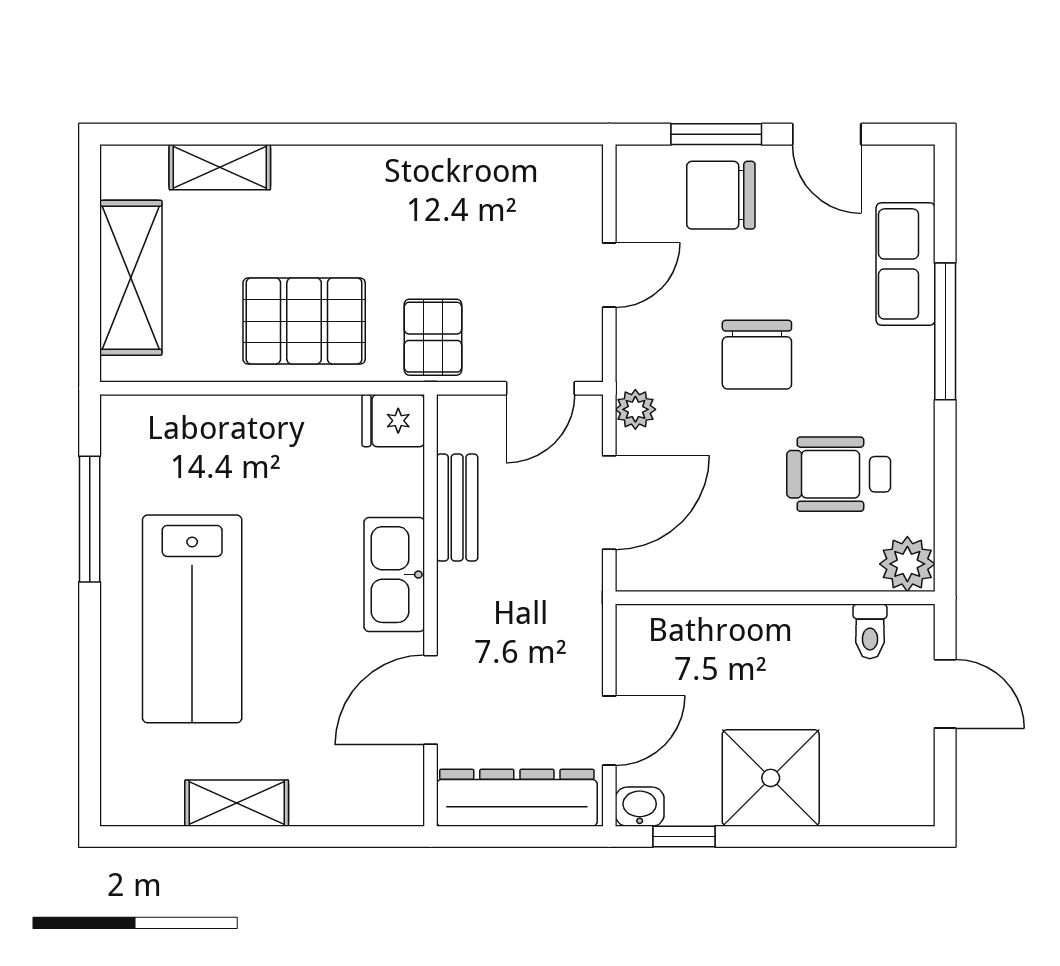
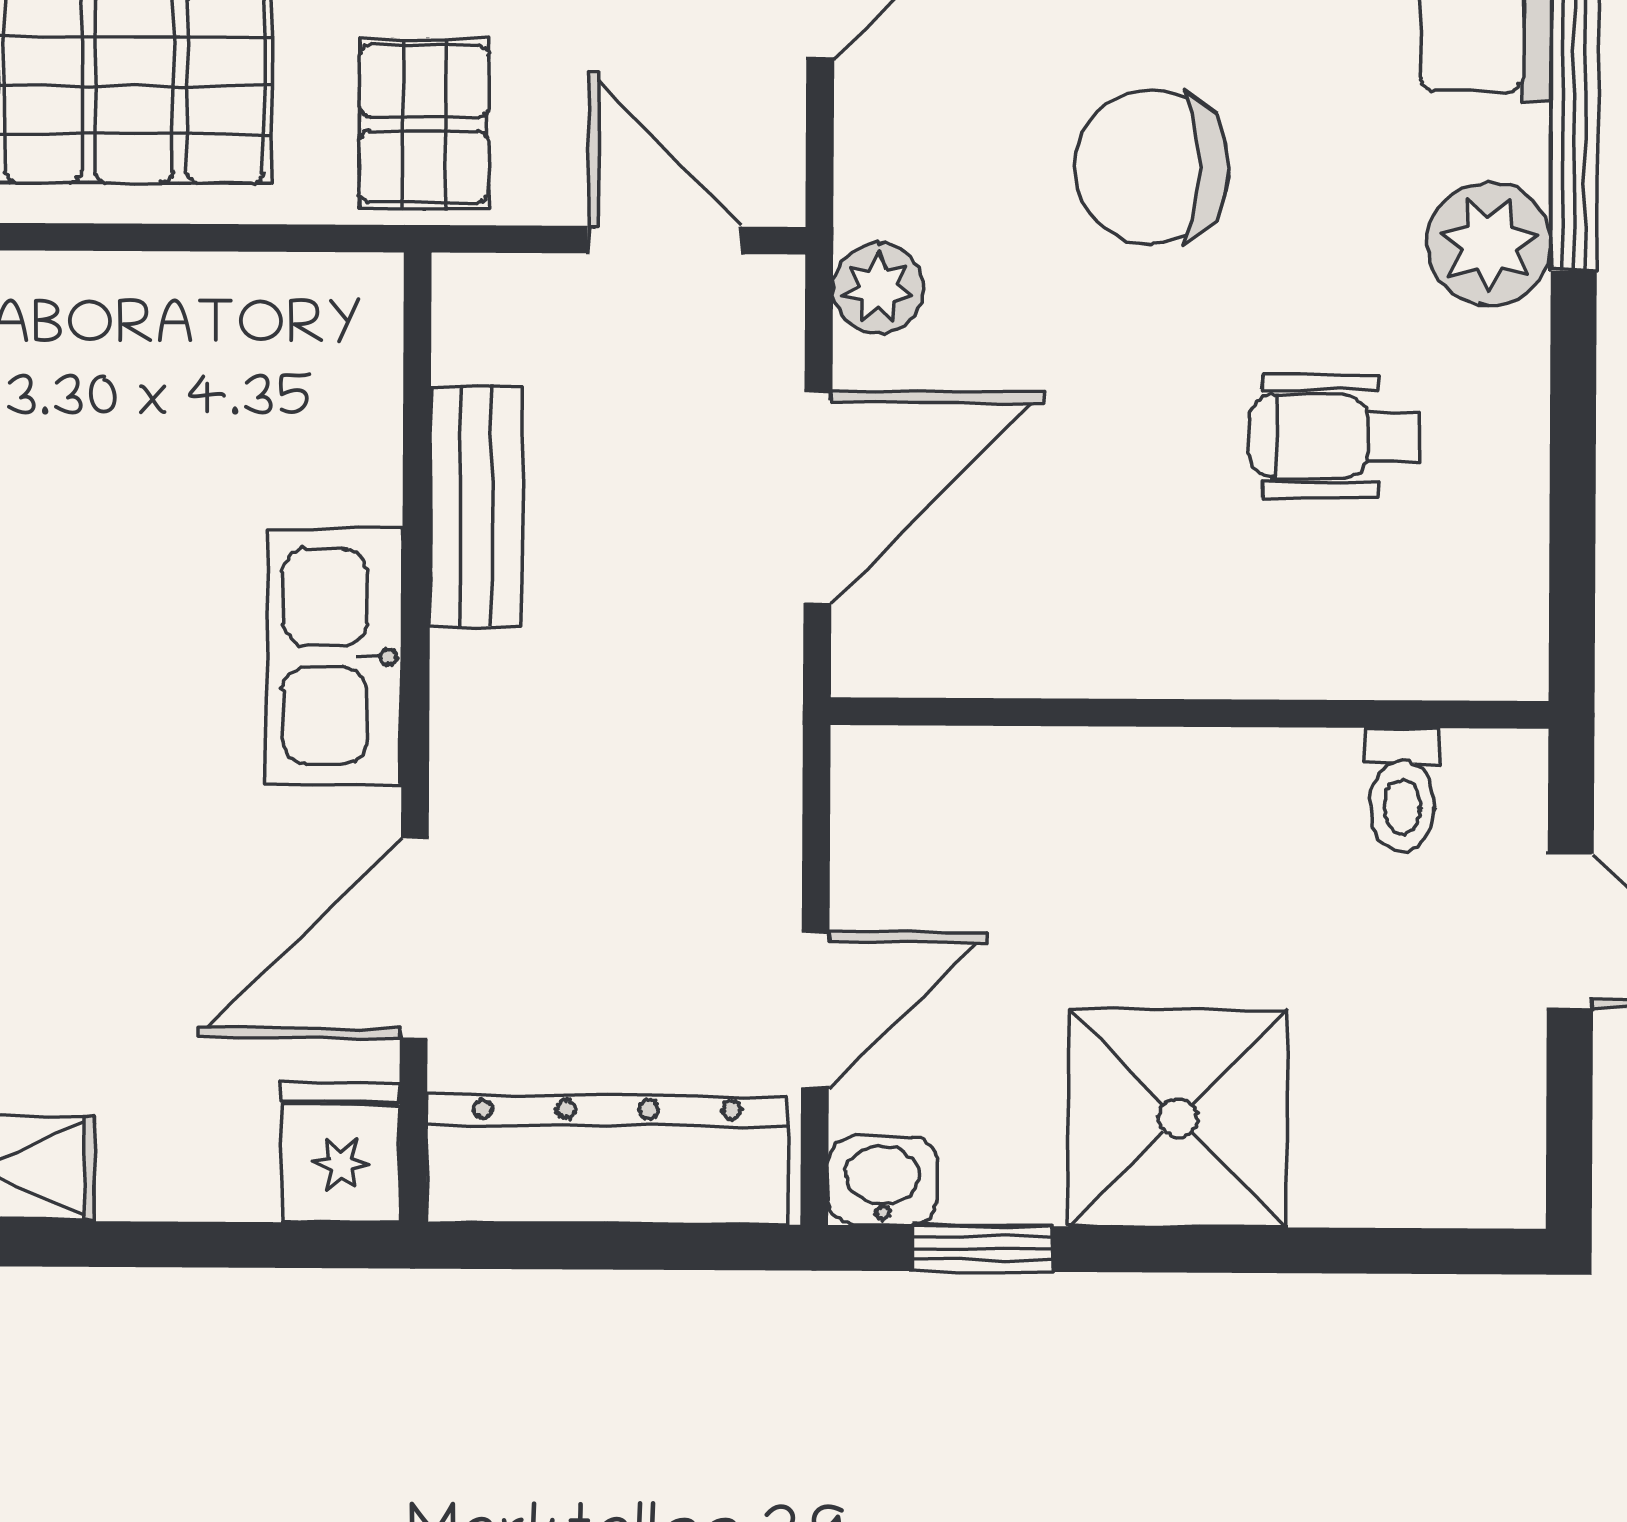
chair: (757, 355) -> (1152, 167), turned 90
door: (540, 388) -> (665, 240), swing flipped
fridge: (393, 421) -> (341, 1152), moved, turned 90
wheelchair: (839, 474) -> (1334, 436), width x0.73, depth x0.73
plant: (907, 564) -> (1489, 244), moved

